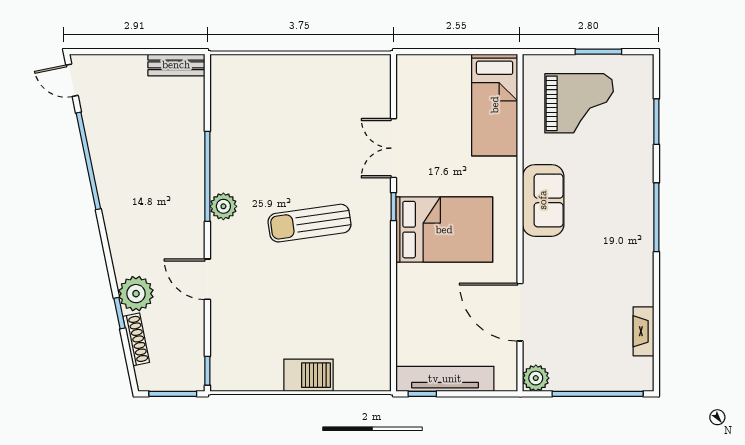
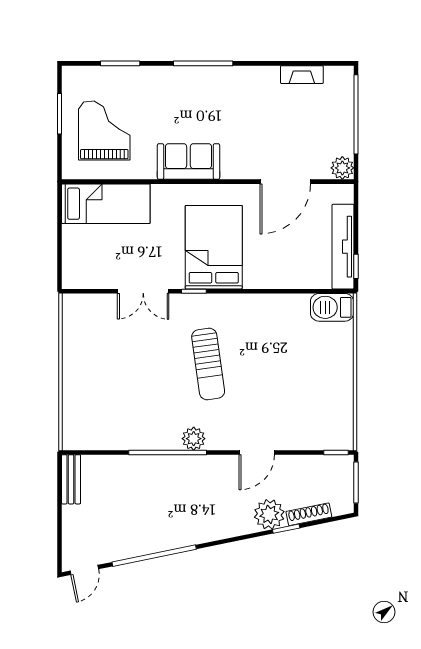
barbecue: (308, 375) -> (332, 307), moved, turned -90

